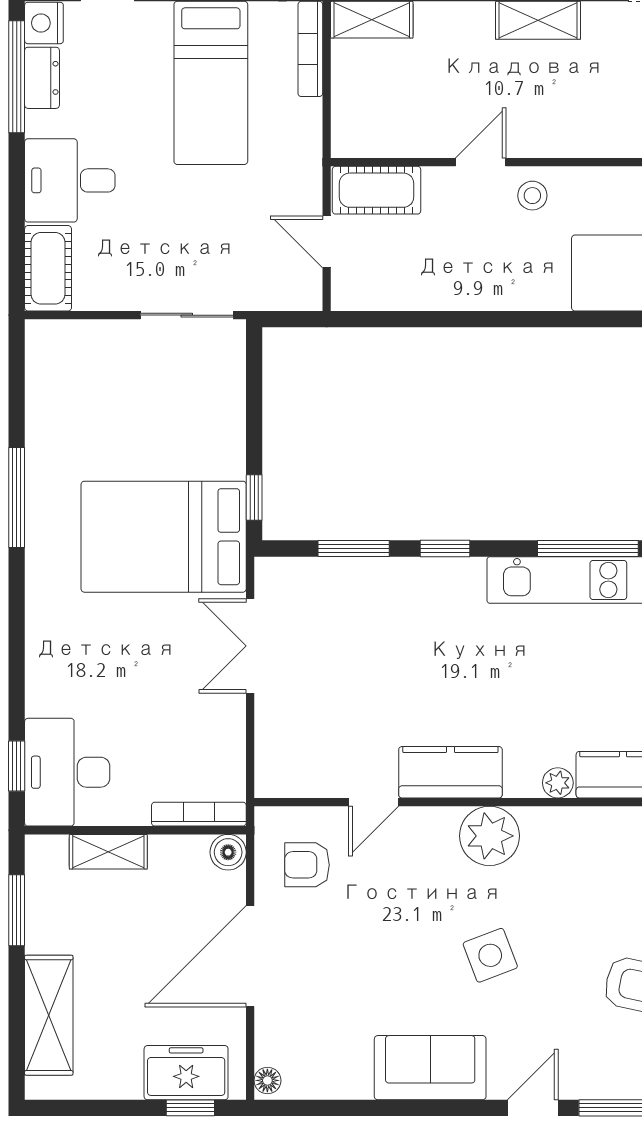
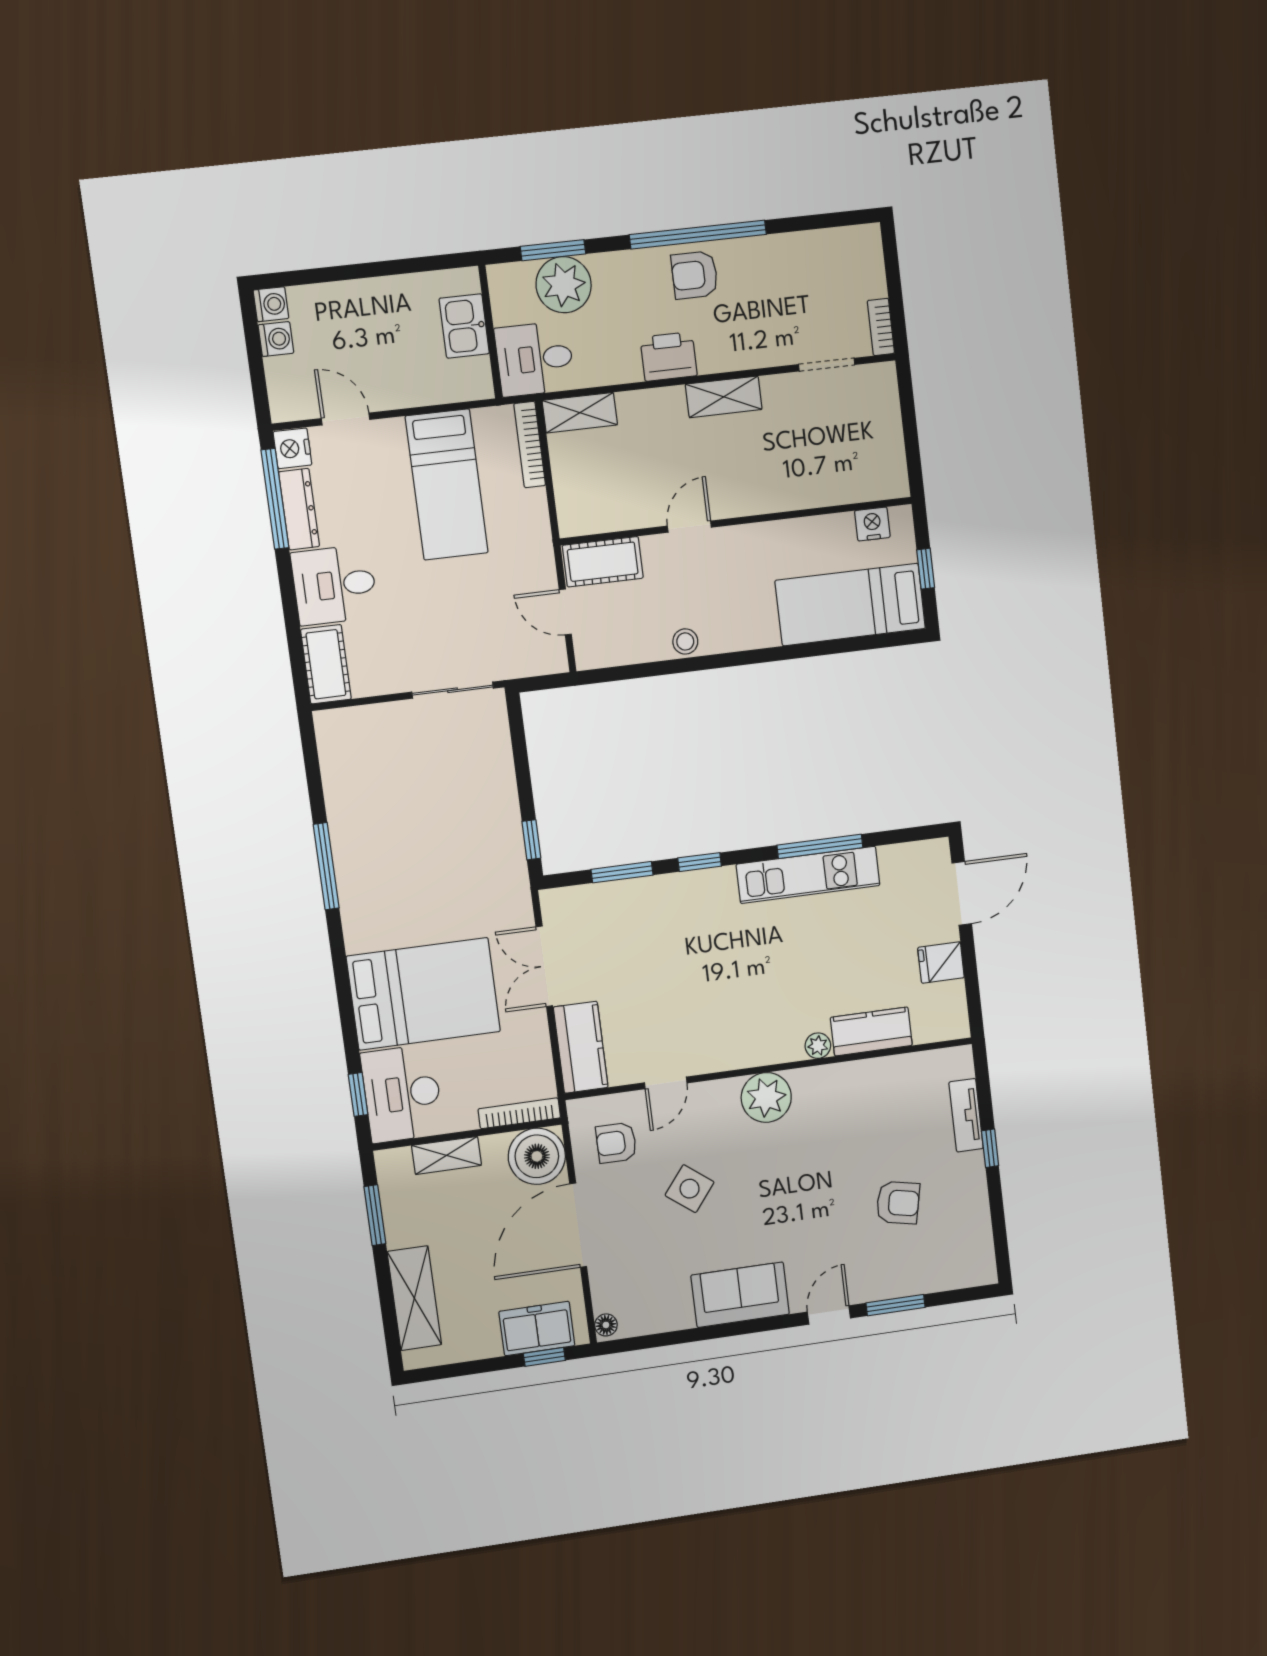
dresser: (42, 78) -> (299, 509), width x1.44
stool: (532, 196) -> (685, 641), moved
bed: (164, 537) -> (423, 994), moved, turned 180
kitchen counter: (450, 772) -> (581, 1047), moved, turned 90
boiler: (228, 852) -> (537, 1156), width x1.86, depth x1.86
side table: (490, 955) -> (690, 1189), moved, turned -31

